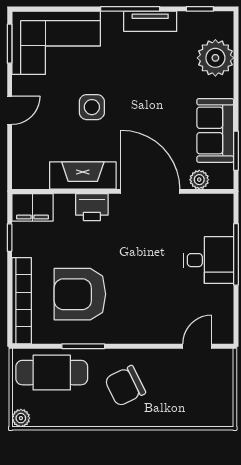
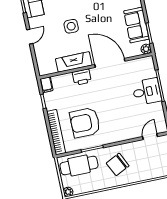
plant: (199, 180) -> (146, 49), moved
filing cabinet: (32, 207) -> (46, 85), width x0.50

